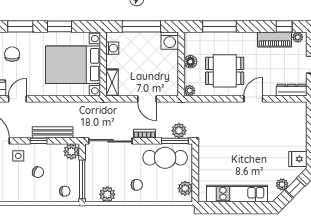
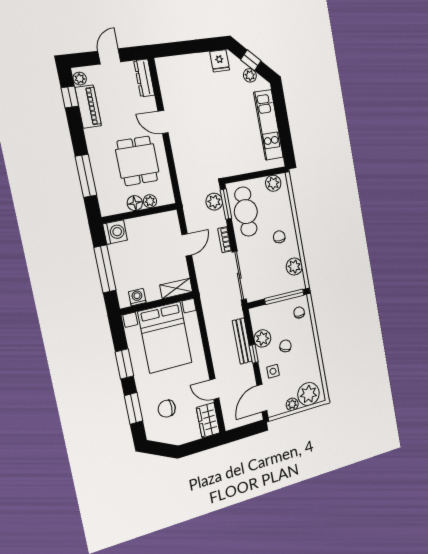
plant: (190, 91) -> (150, 201), moved
plant: (71, 152) -> (262, 338), moved

